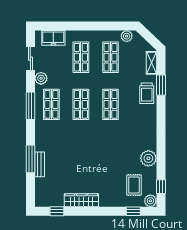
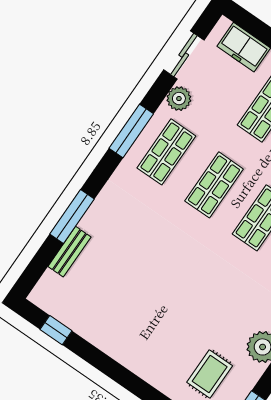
bench: (40, 164) -> (69, 252), moved
wardrobe: (81, 200) -> (108, 340), removed

